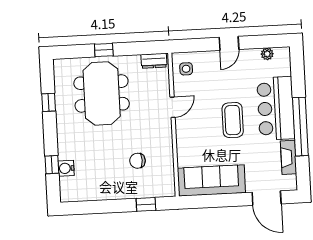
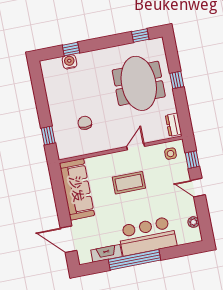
window: (197, 45) -> (192, 160), added
meeting table: (102, 93) -> (139, 83), turned 90
window: (49, 102) -> (140, 35), moved
door: (173, 107) -> (136, 147), swing flipped
coffee table: (233, 120) -> (129, 183), moved
door: (267, 198) -> (68, 239), hinge flipped

